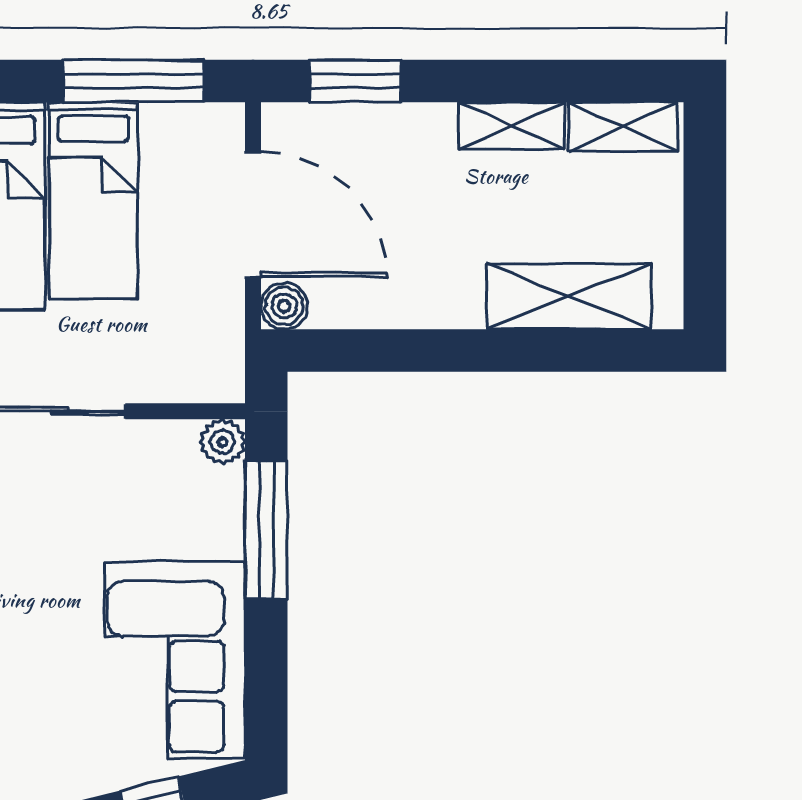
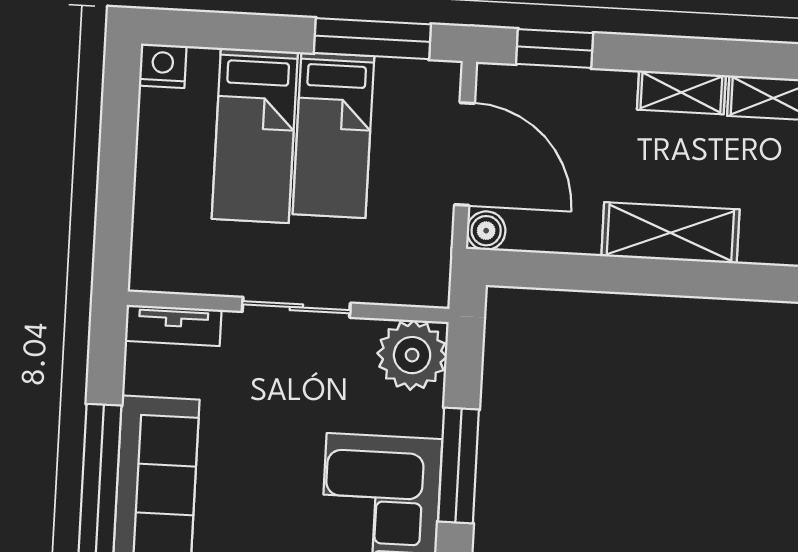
shelving: (569, 297) -> (670, 233), moved
plant: (223, 442) -> (412, 355), width x1.88, depth x1.88
window: (266, 530) -> (458, 466), moved

